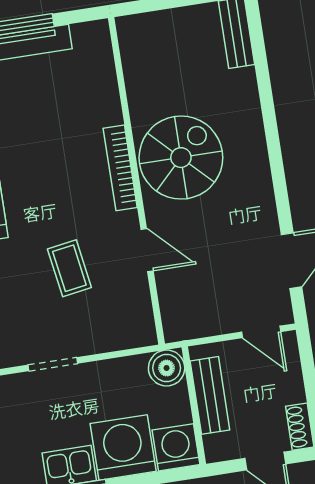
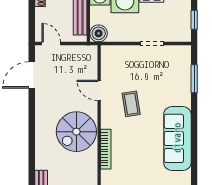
bookcase: (120, 168) -> (106, 149), moved
coffee table: (69, 268) -> (131, 104), moved

